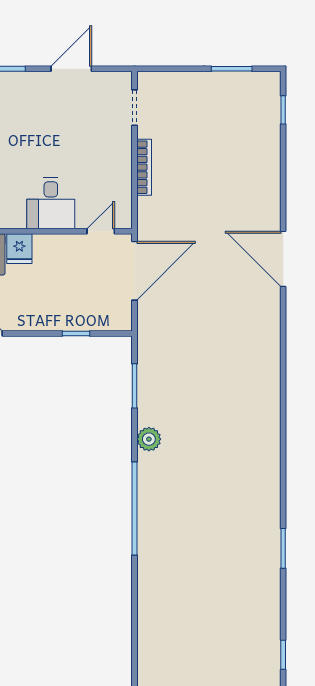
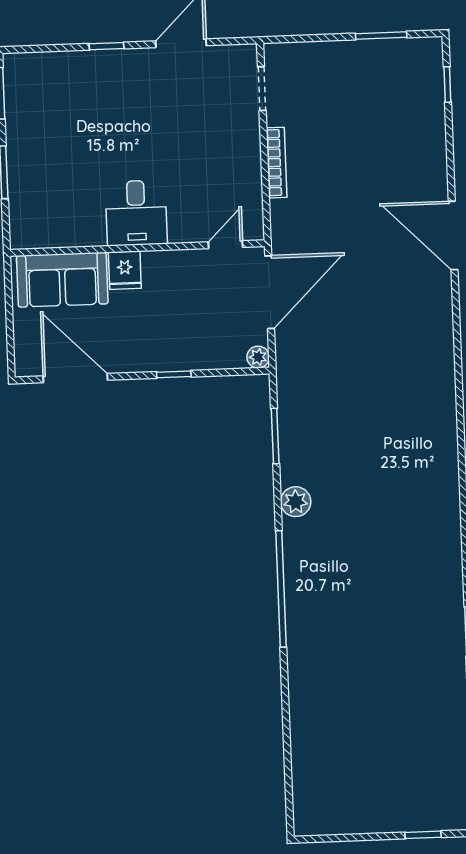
desk: (51, 203) -> (136, 213), moved
door: (283, 259) -> (453, 235), moved
plant: (123, 322) -> (258, 357), added
window: (76, 333) -> (174, 374), moved

